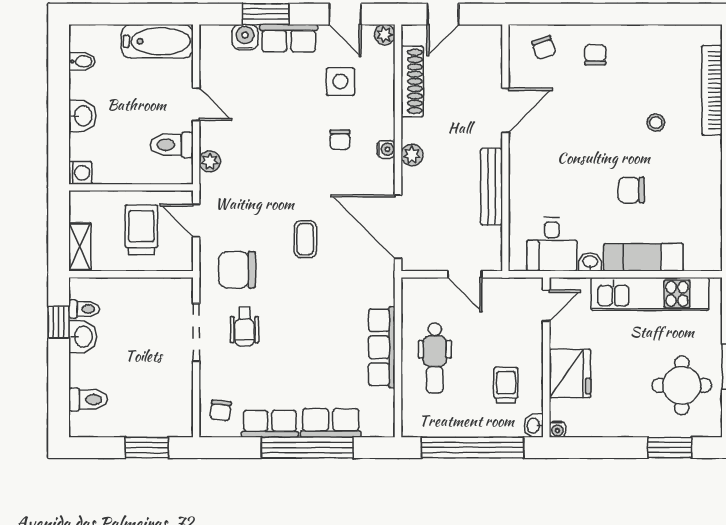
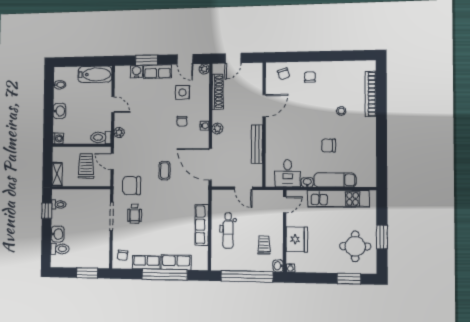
toilet: (172, 145) -> (101, 137), moved
washbasin: (83, 337) -> (58, 234), moved

